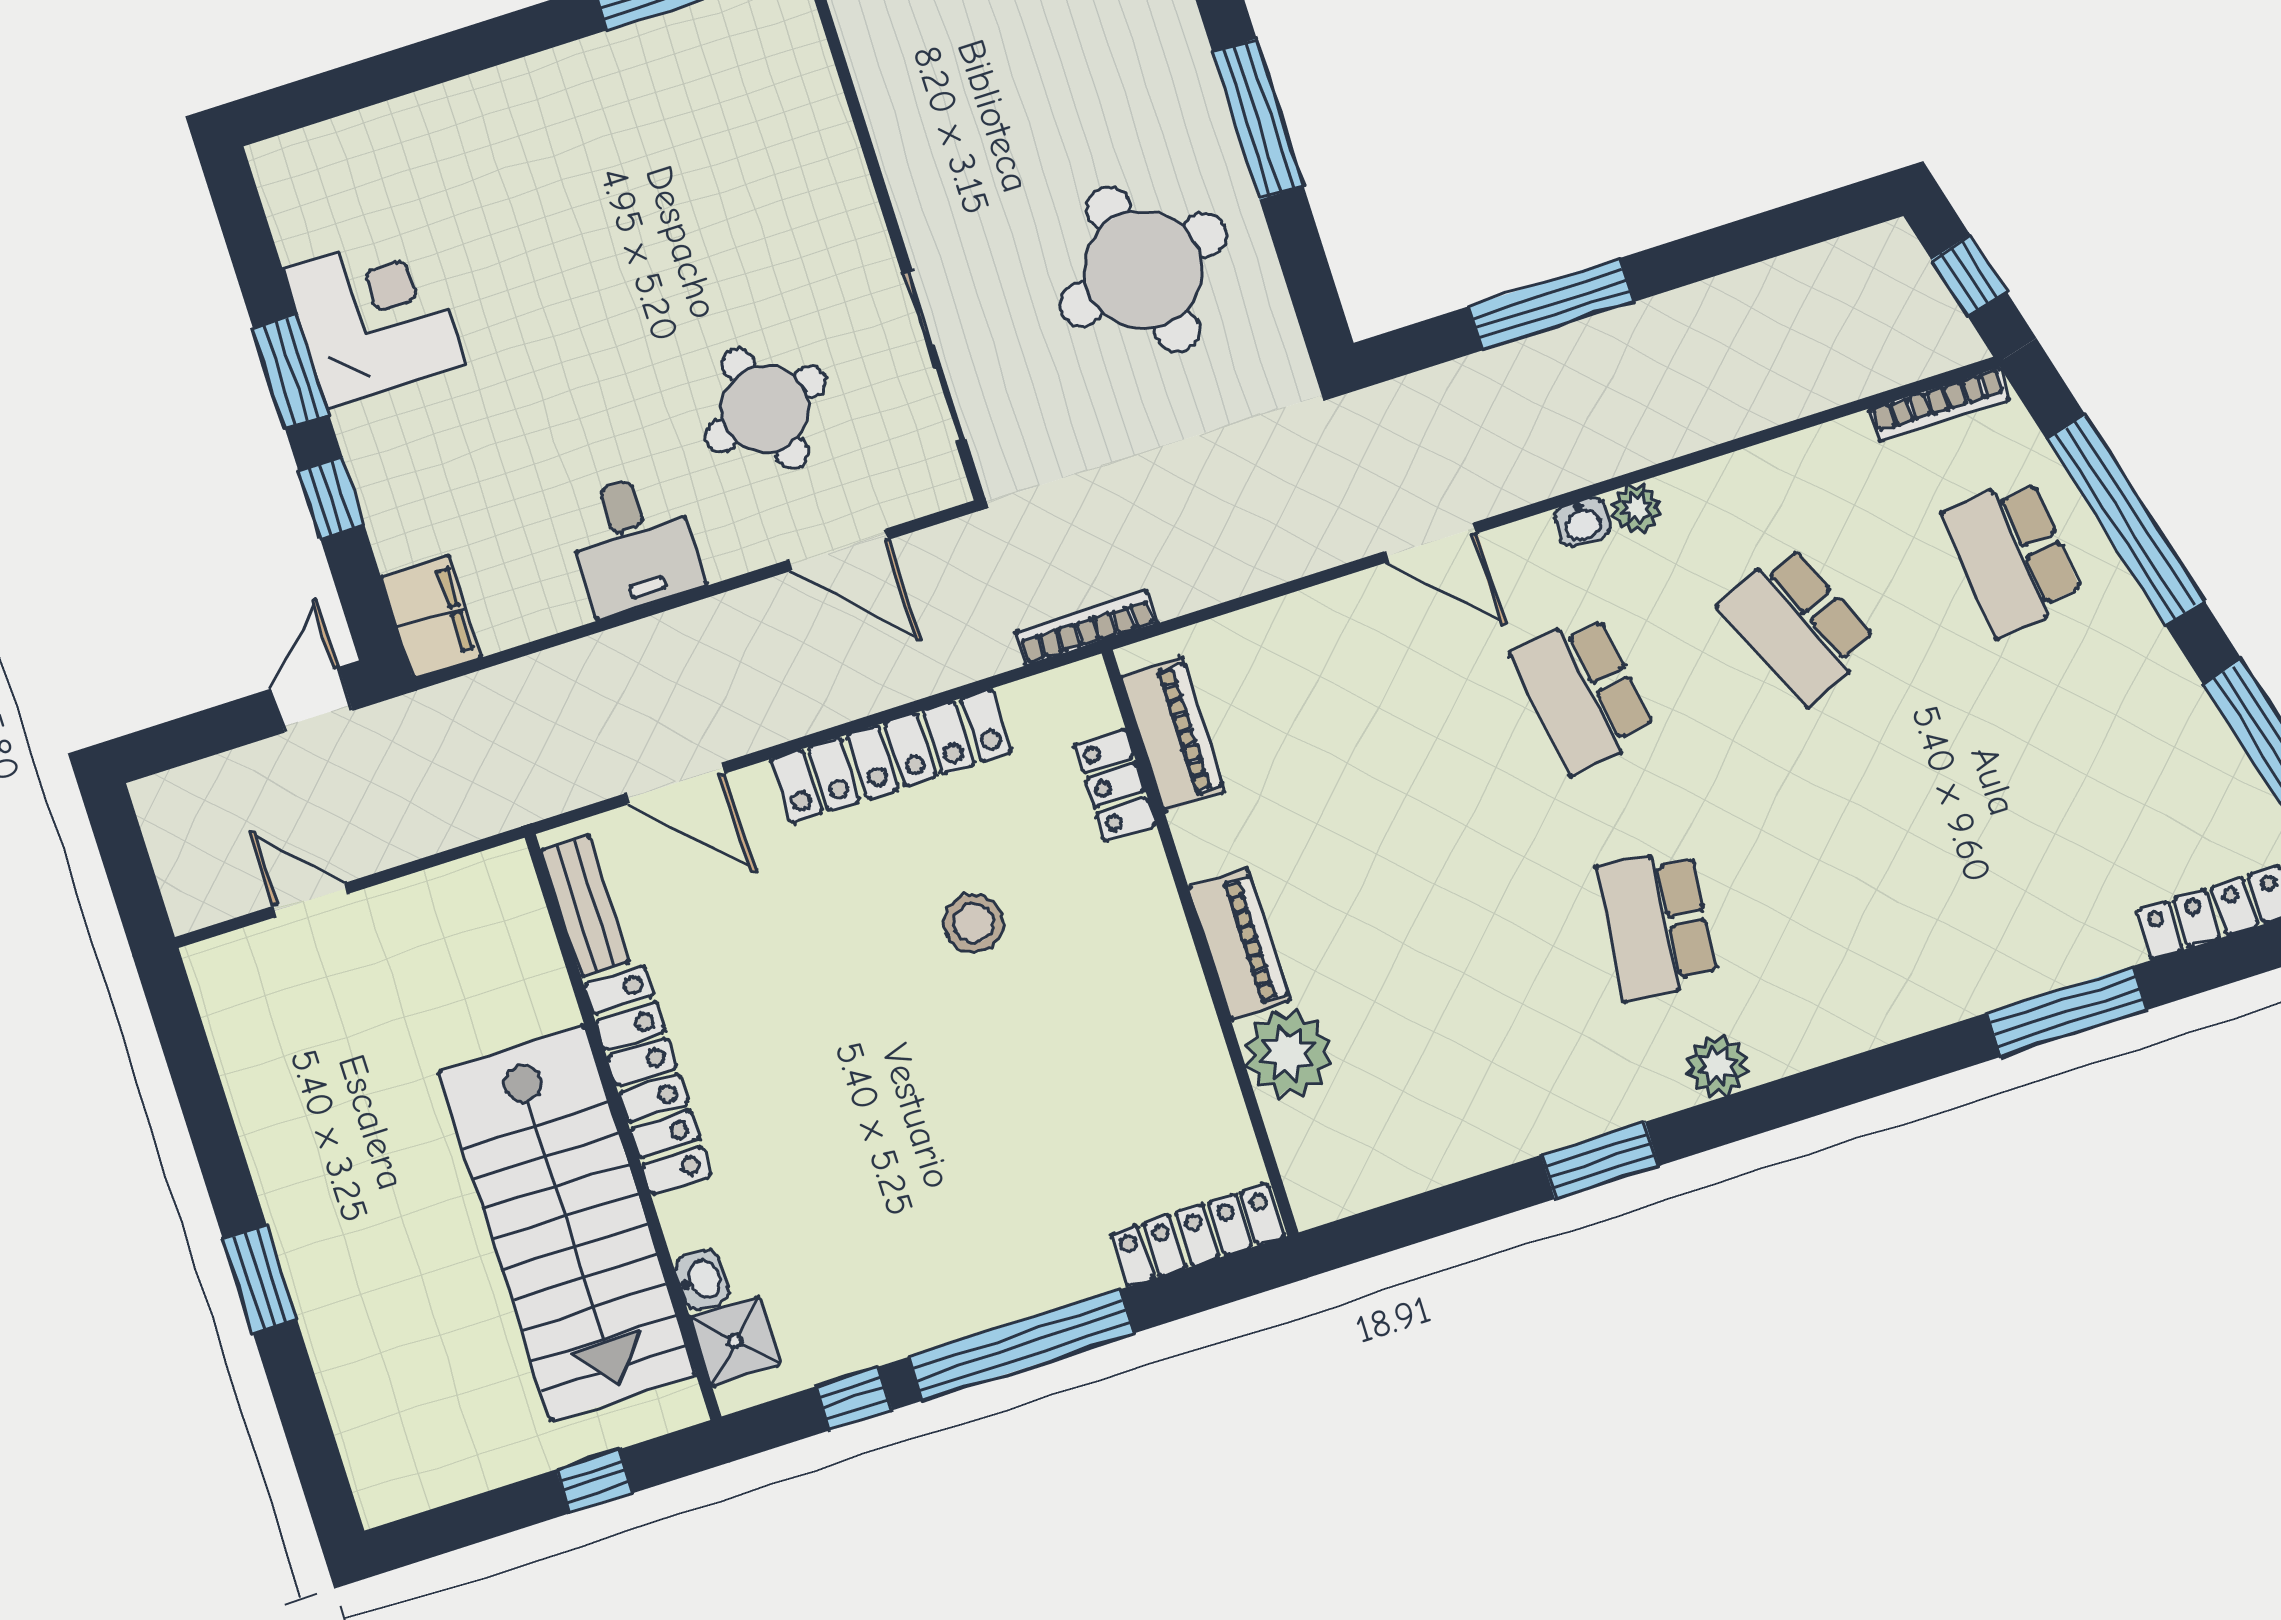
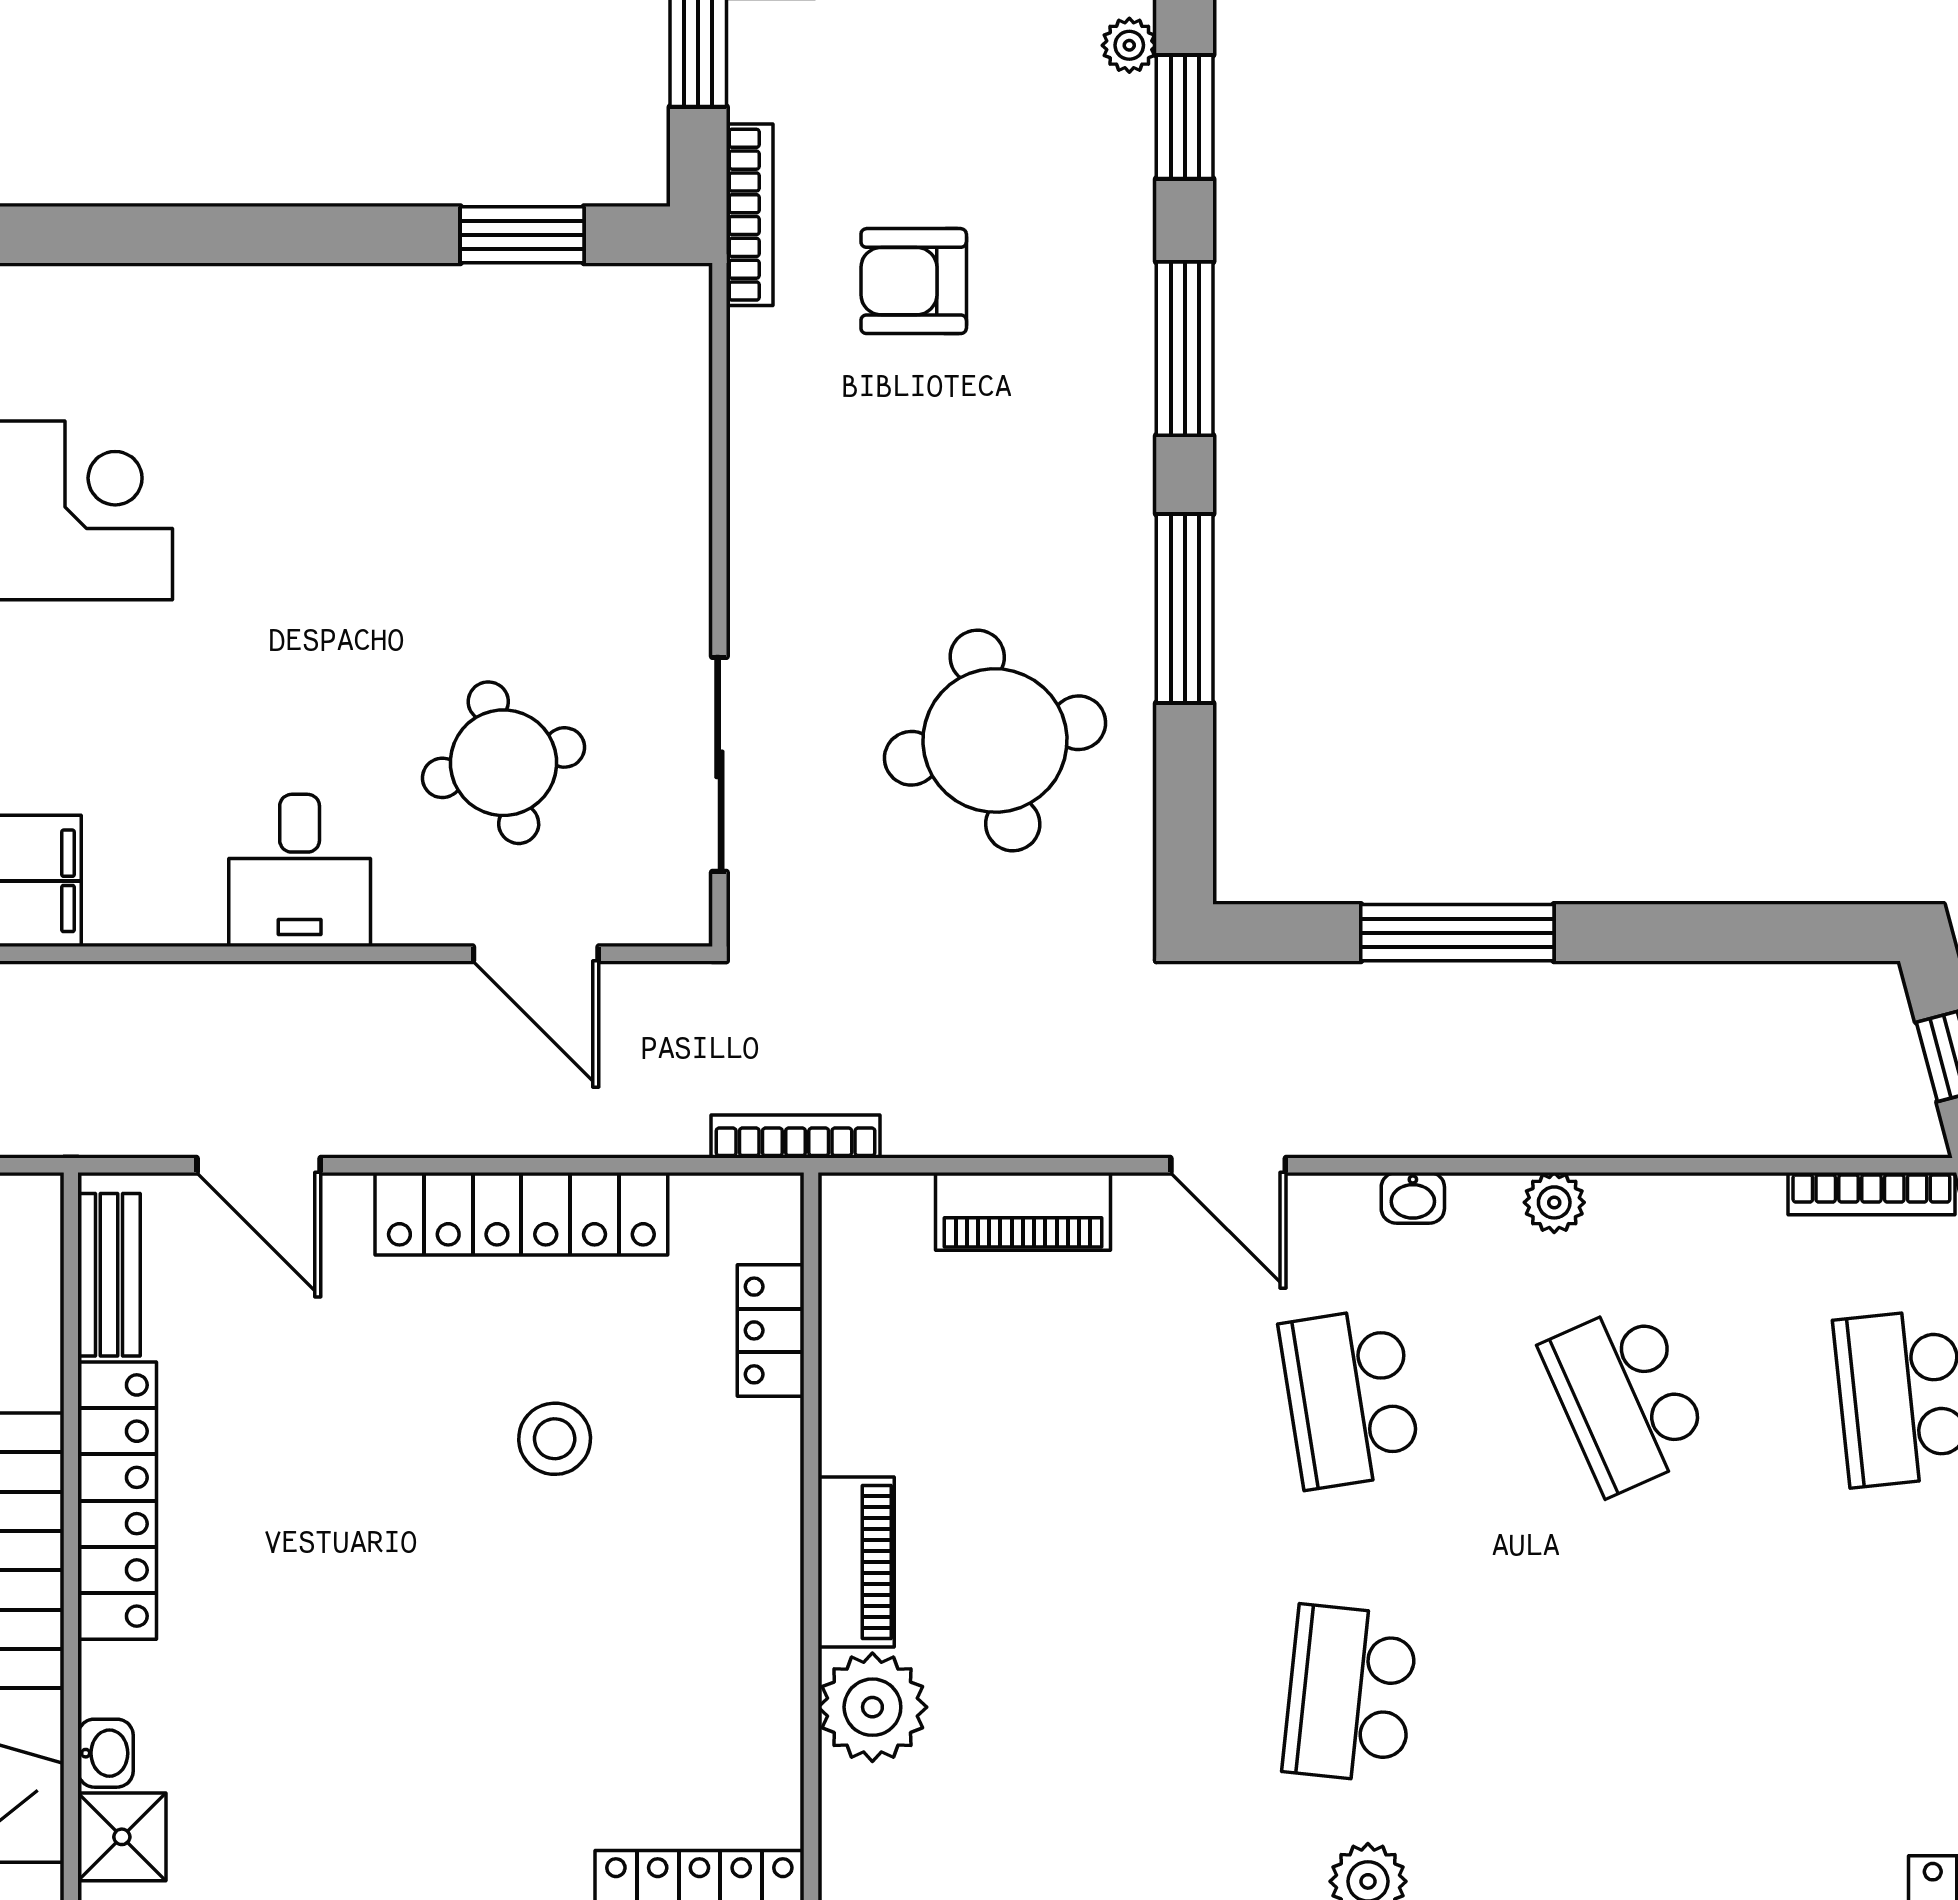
plant: (1636, 509) -> (1554, 1202), moved
piano: (1173, 734) -> (1023, 1211), moved, turned 90

